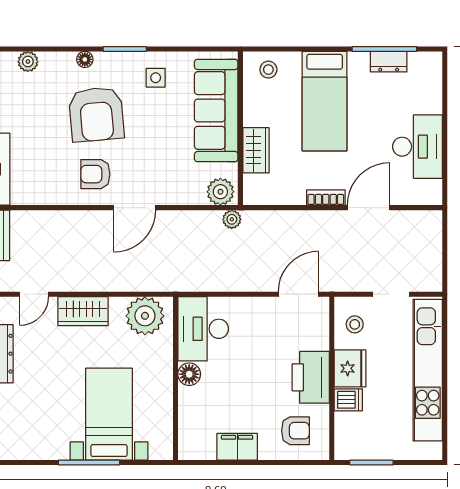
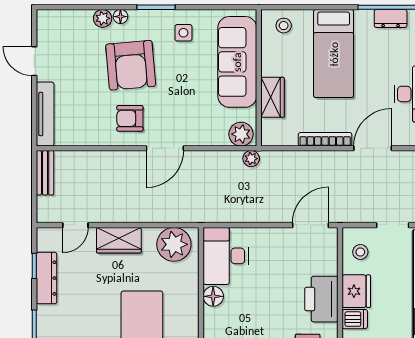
plant: (28, 62) -> (103, 18), moved
bookcase: (326, 198) -> (325, 139), width x1.56

